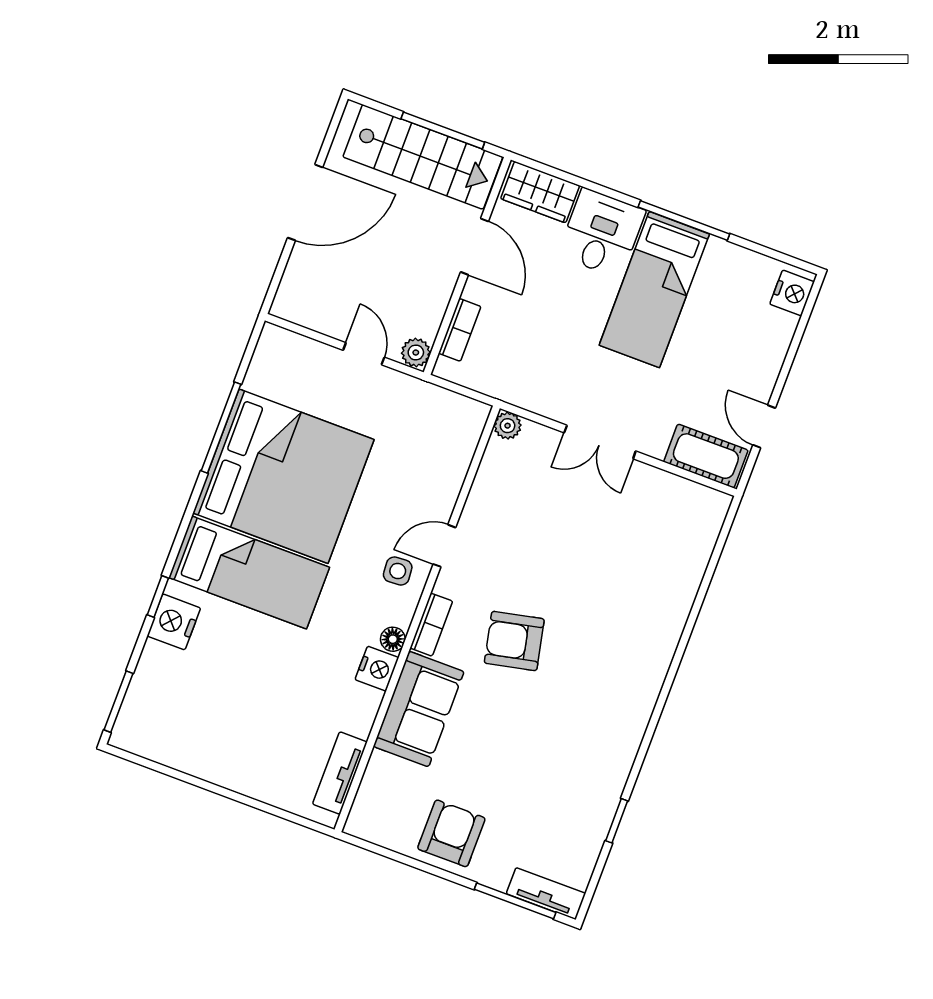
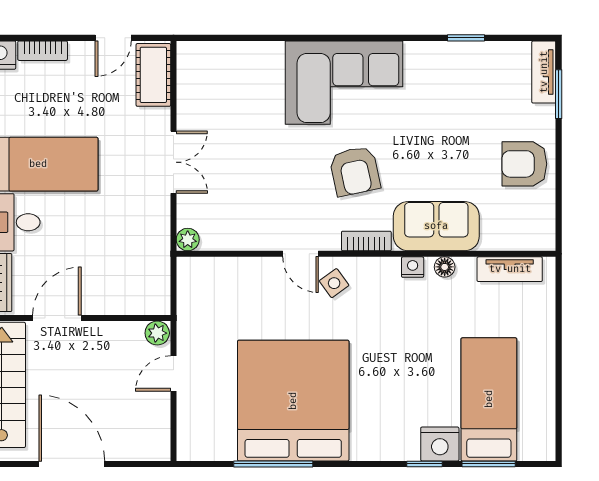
bookcase: (460, 330) -> (43, 51), moved, turned 180
side table: (398, 571) -> (334, 283), turned -32
bed: (249, 572) -> (489, 399), moved
floor lamp: (393, 639) -> (445, 267), moved
corner sofa: (618, 666) -> (344, 83), added
nightstand: (377, 669) -> (413, 267), width x0.72, depth x0.74
window: (119, 702) -> (489, 464), moved
window: (515, 901) -> (559, 94), width x0.69

